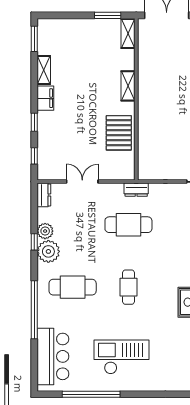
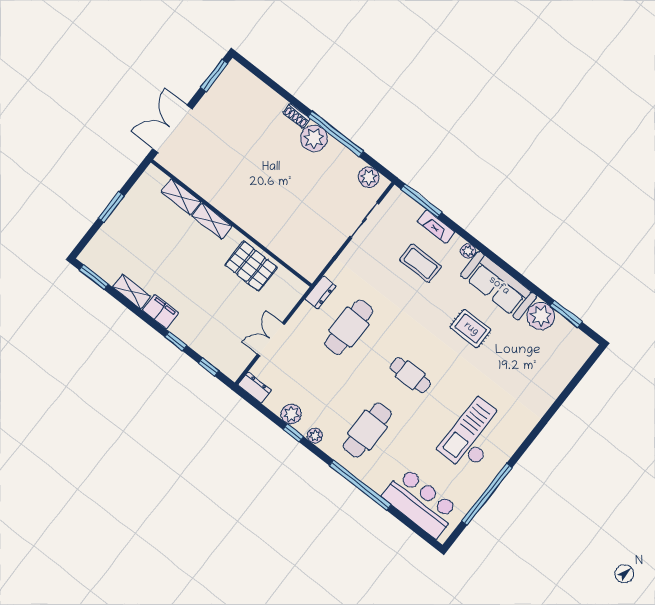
window: (108, 15) -> (111, 207), moved
shelving: (128, 34) -> (181, 197), moved
plant: (48, 251) -> (315, 436), width x0.53, depth x0.53

